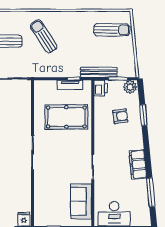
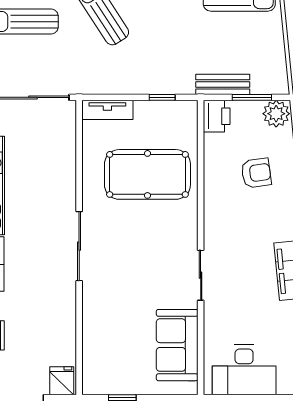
bench: (99, 72) -> (223, 84), width x0.73
tv unit: (70, 85) -> (107, 110), moved

